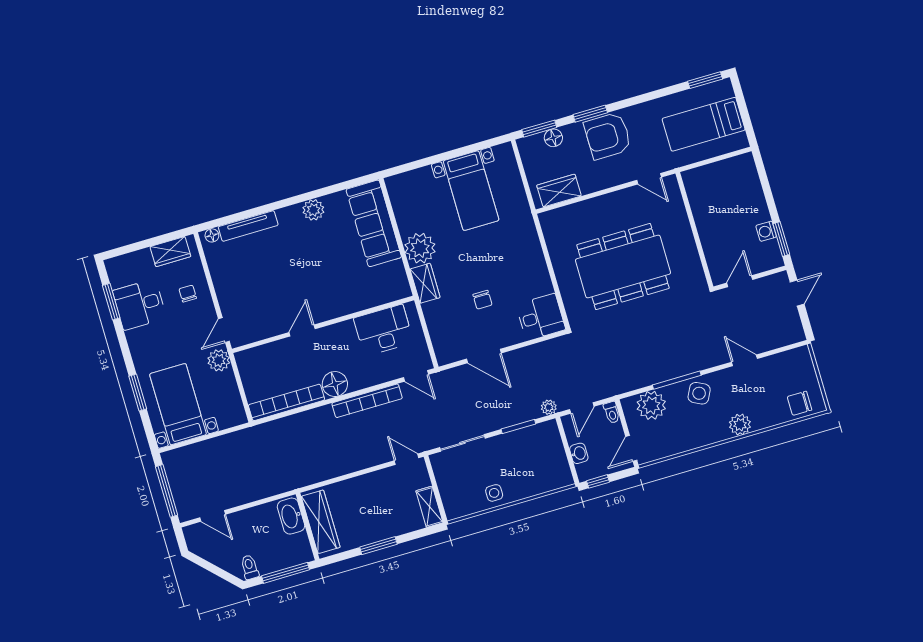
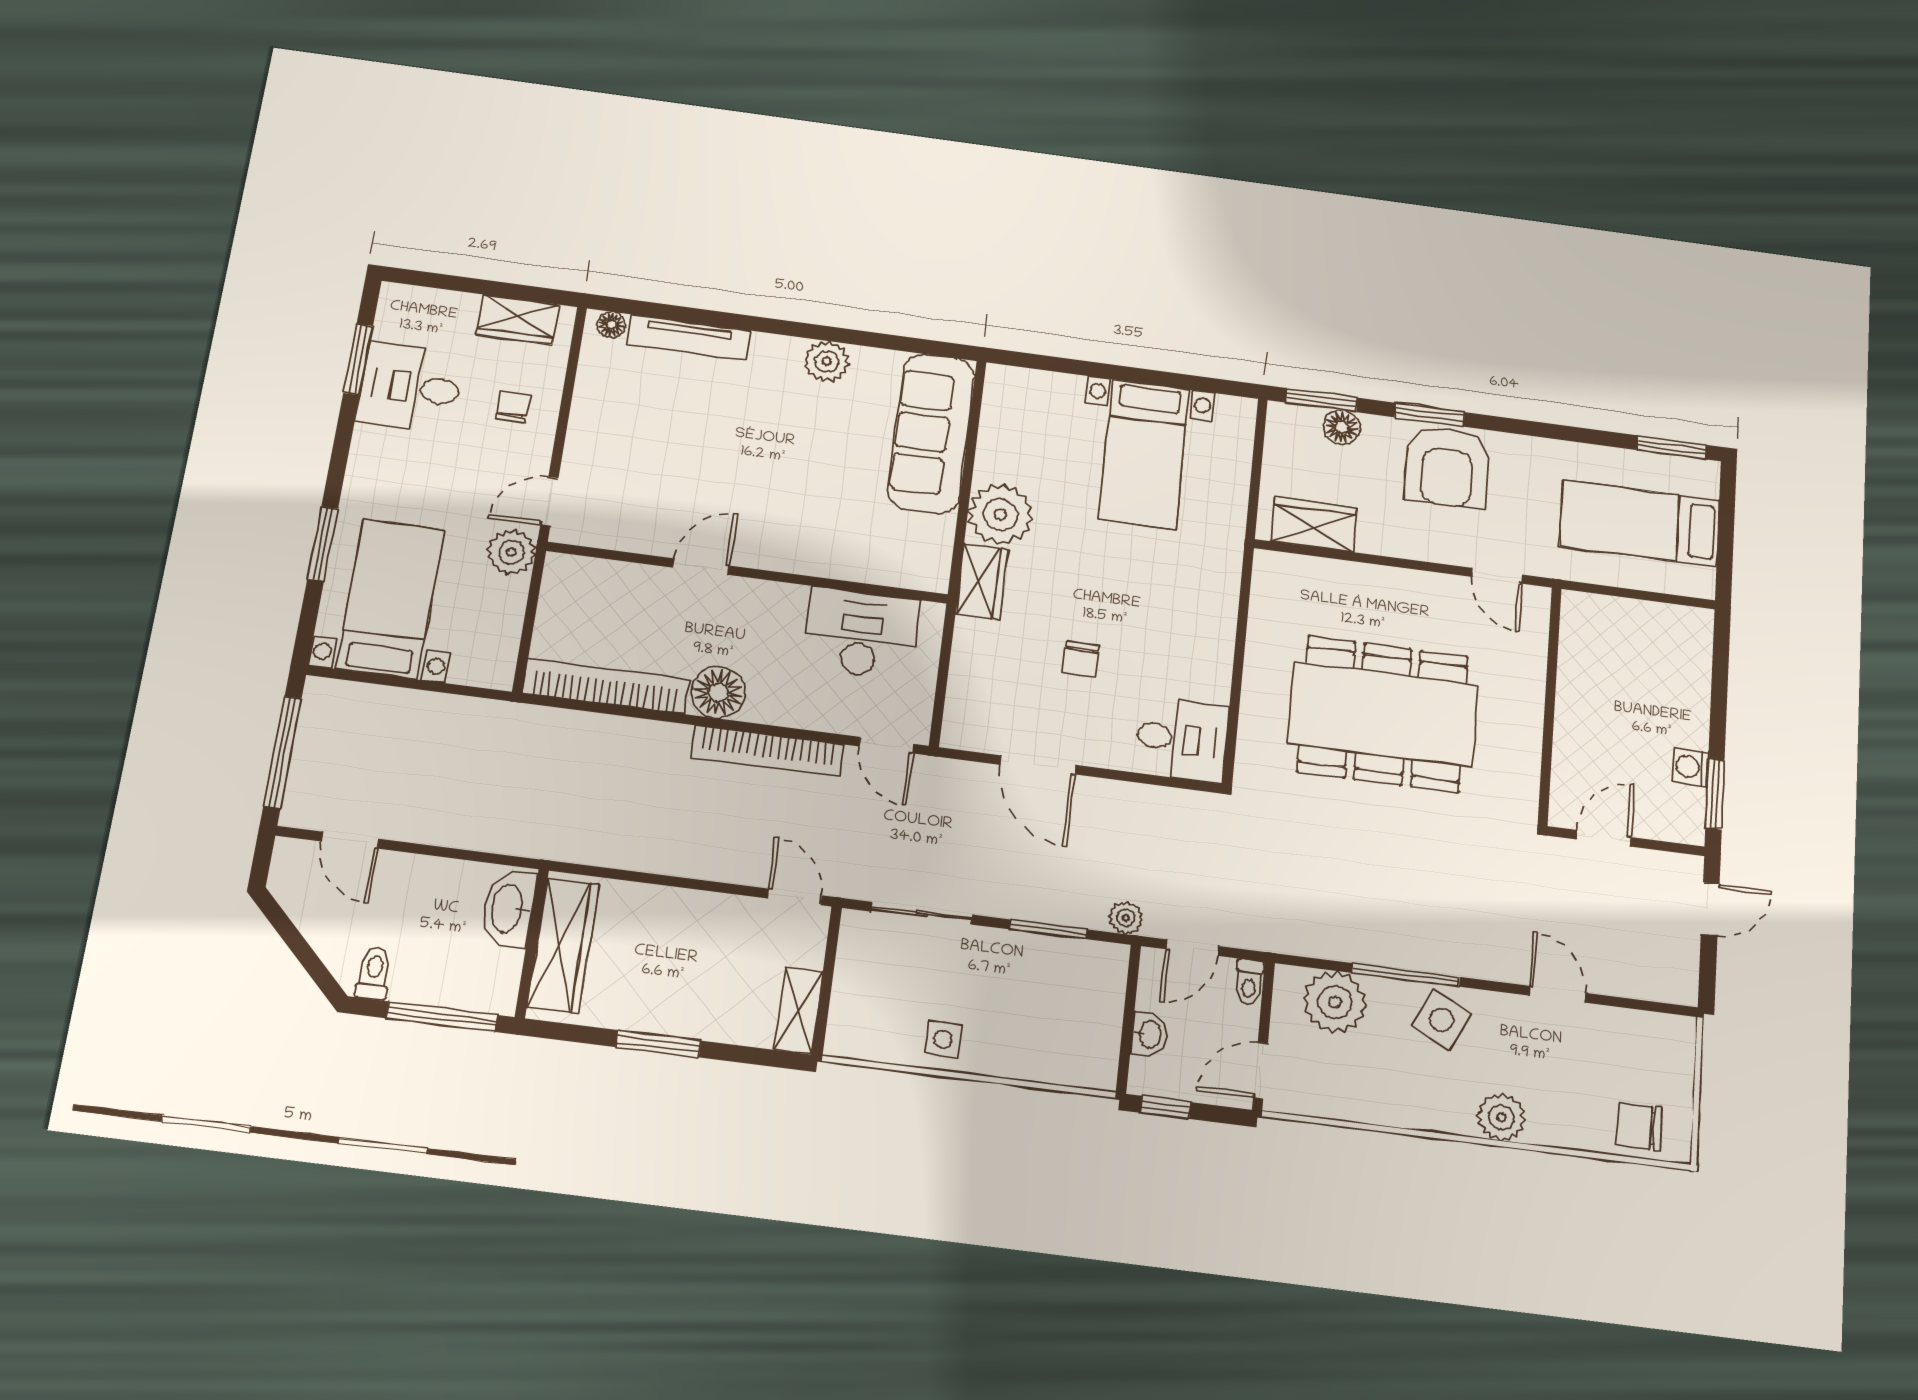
armchair: (608, 136) -> (1447, 467), turned -90

